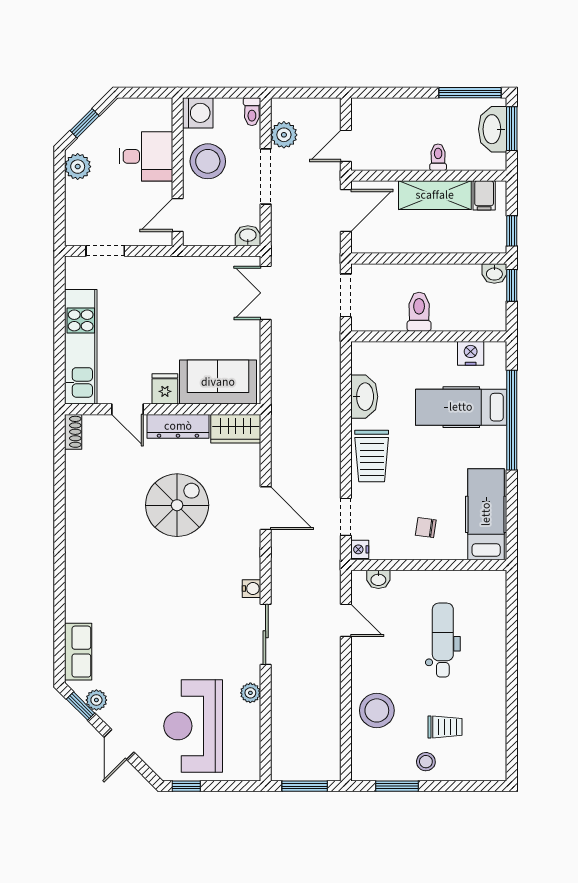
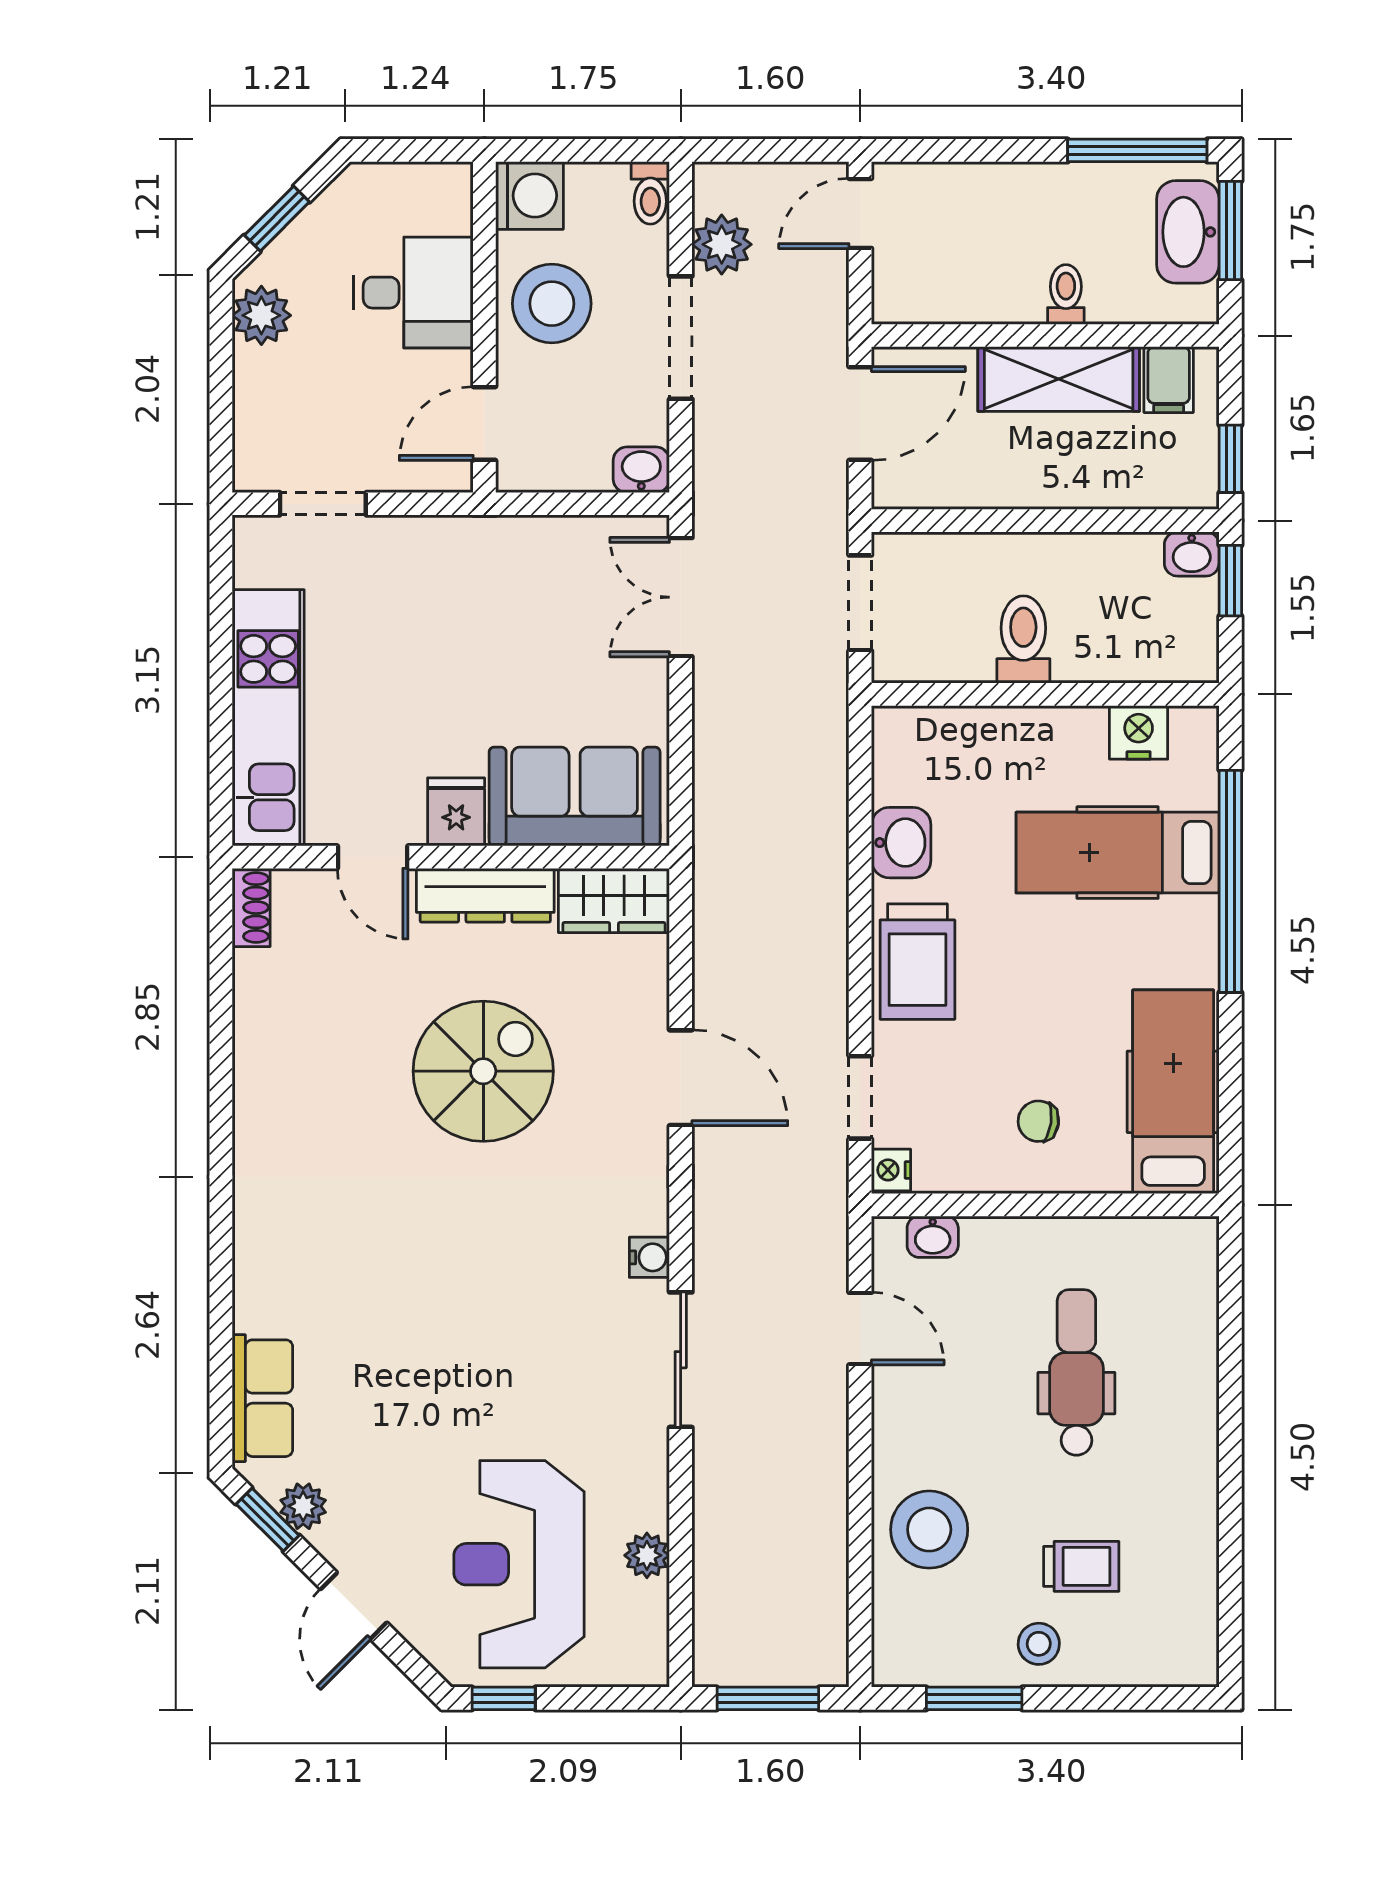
door: (346, 146) -> (860, 213), moved
washbasin: (364, 397) -> (901, 843), width x0.72
plant: (250, 693) -> (647, 1555), moved

